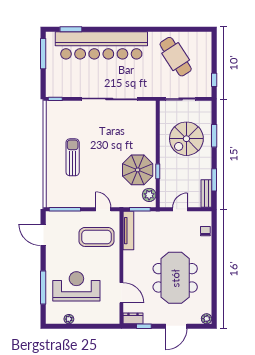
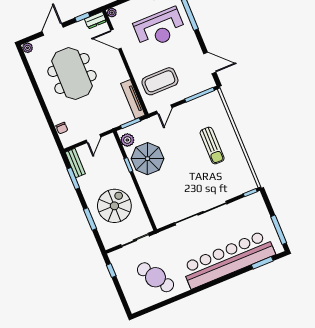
door: (103, 209) -> (164, 109), hinge flipped
plant: (115, 319) -> (112, 13), added

